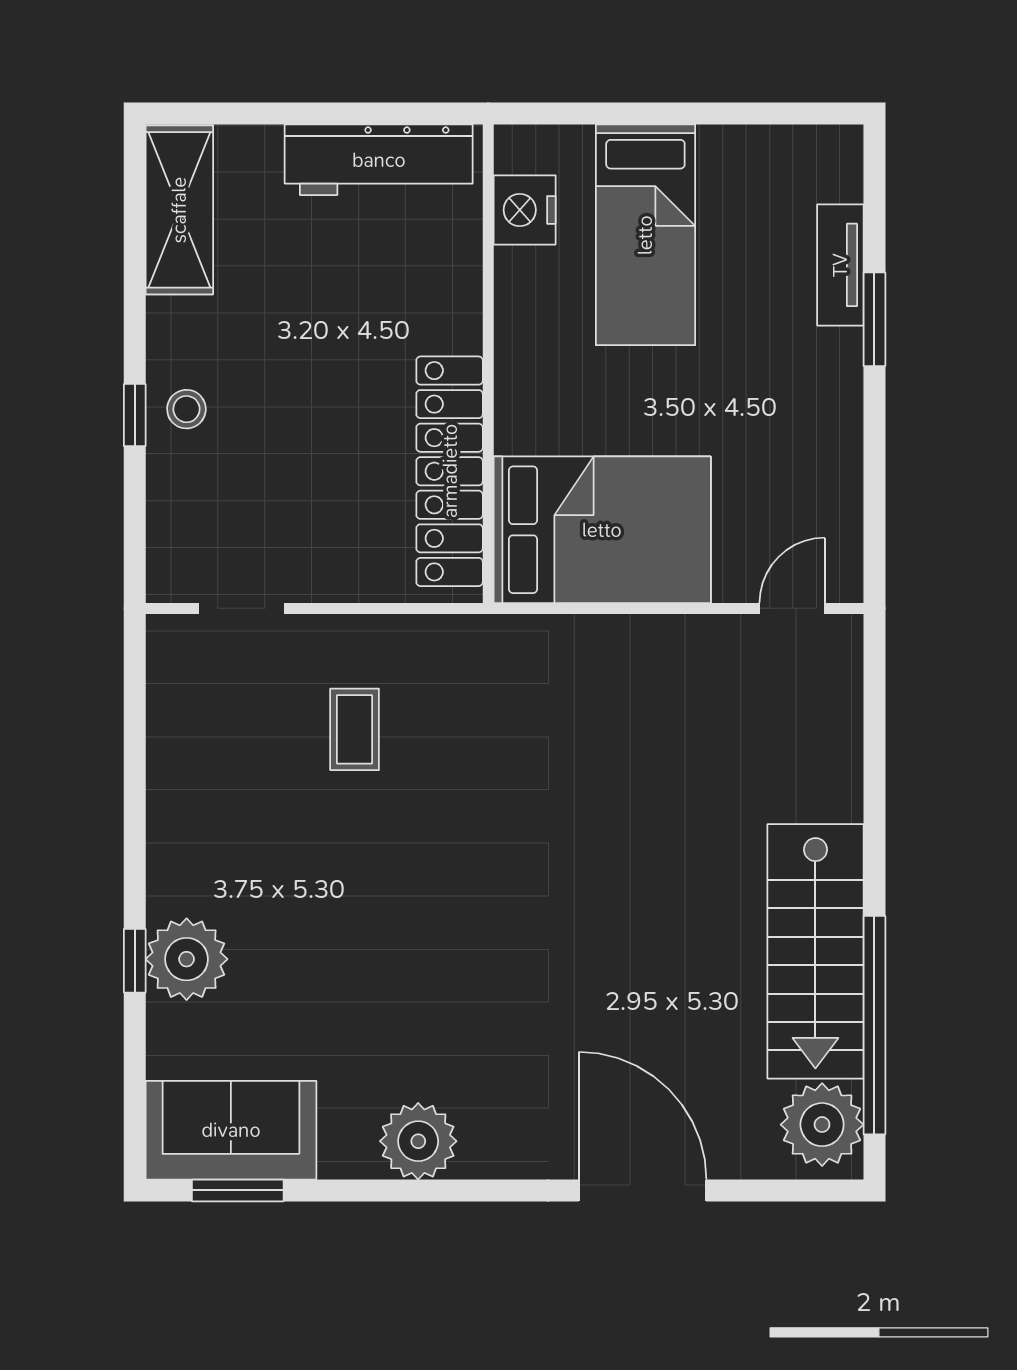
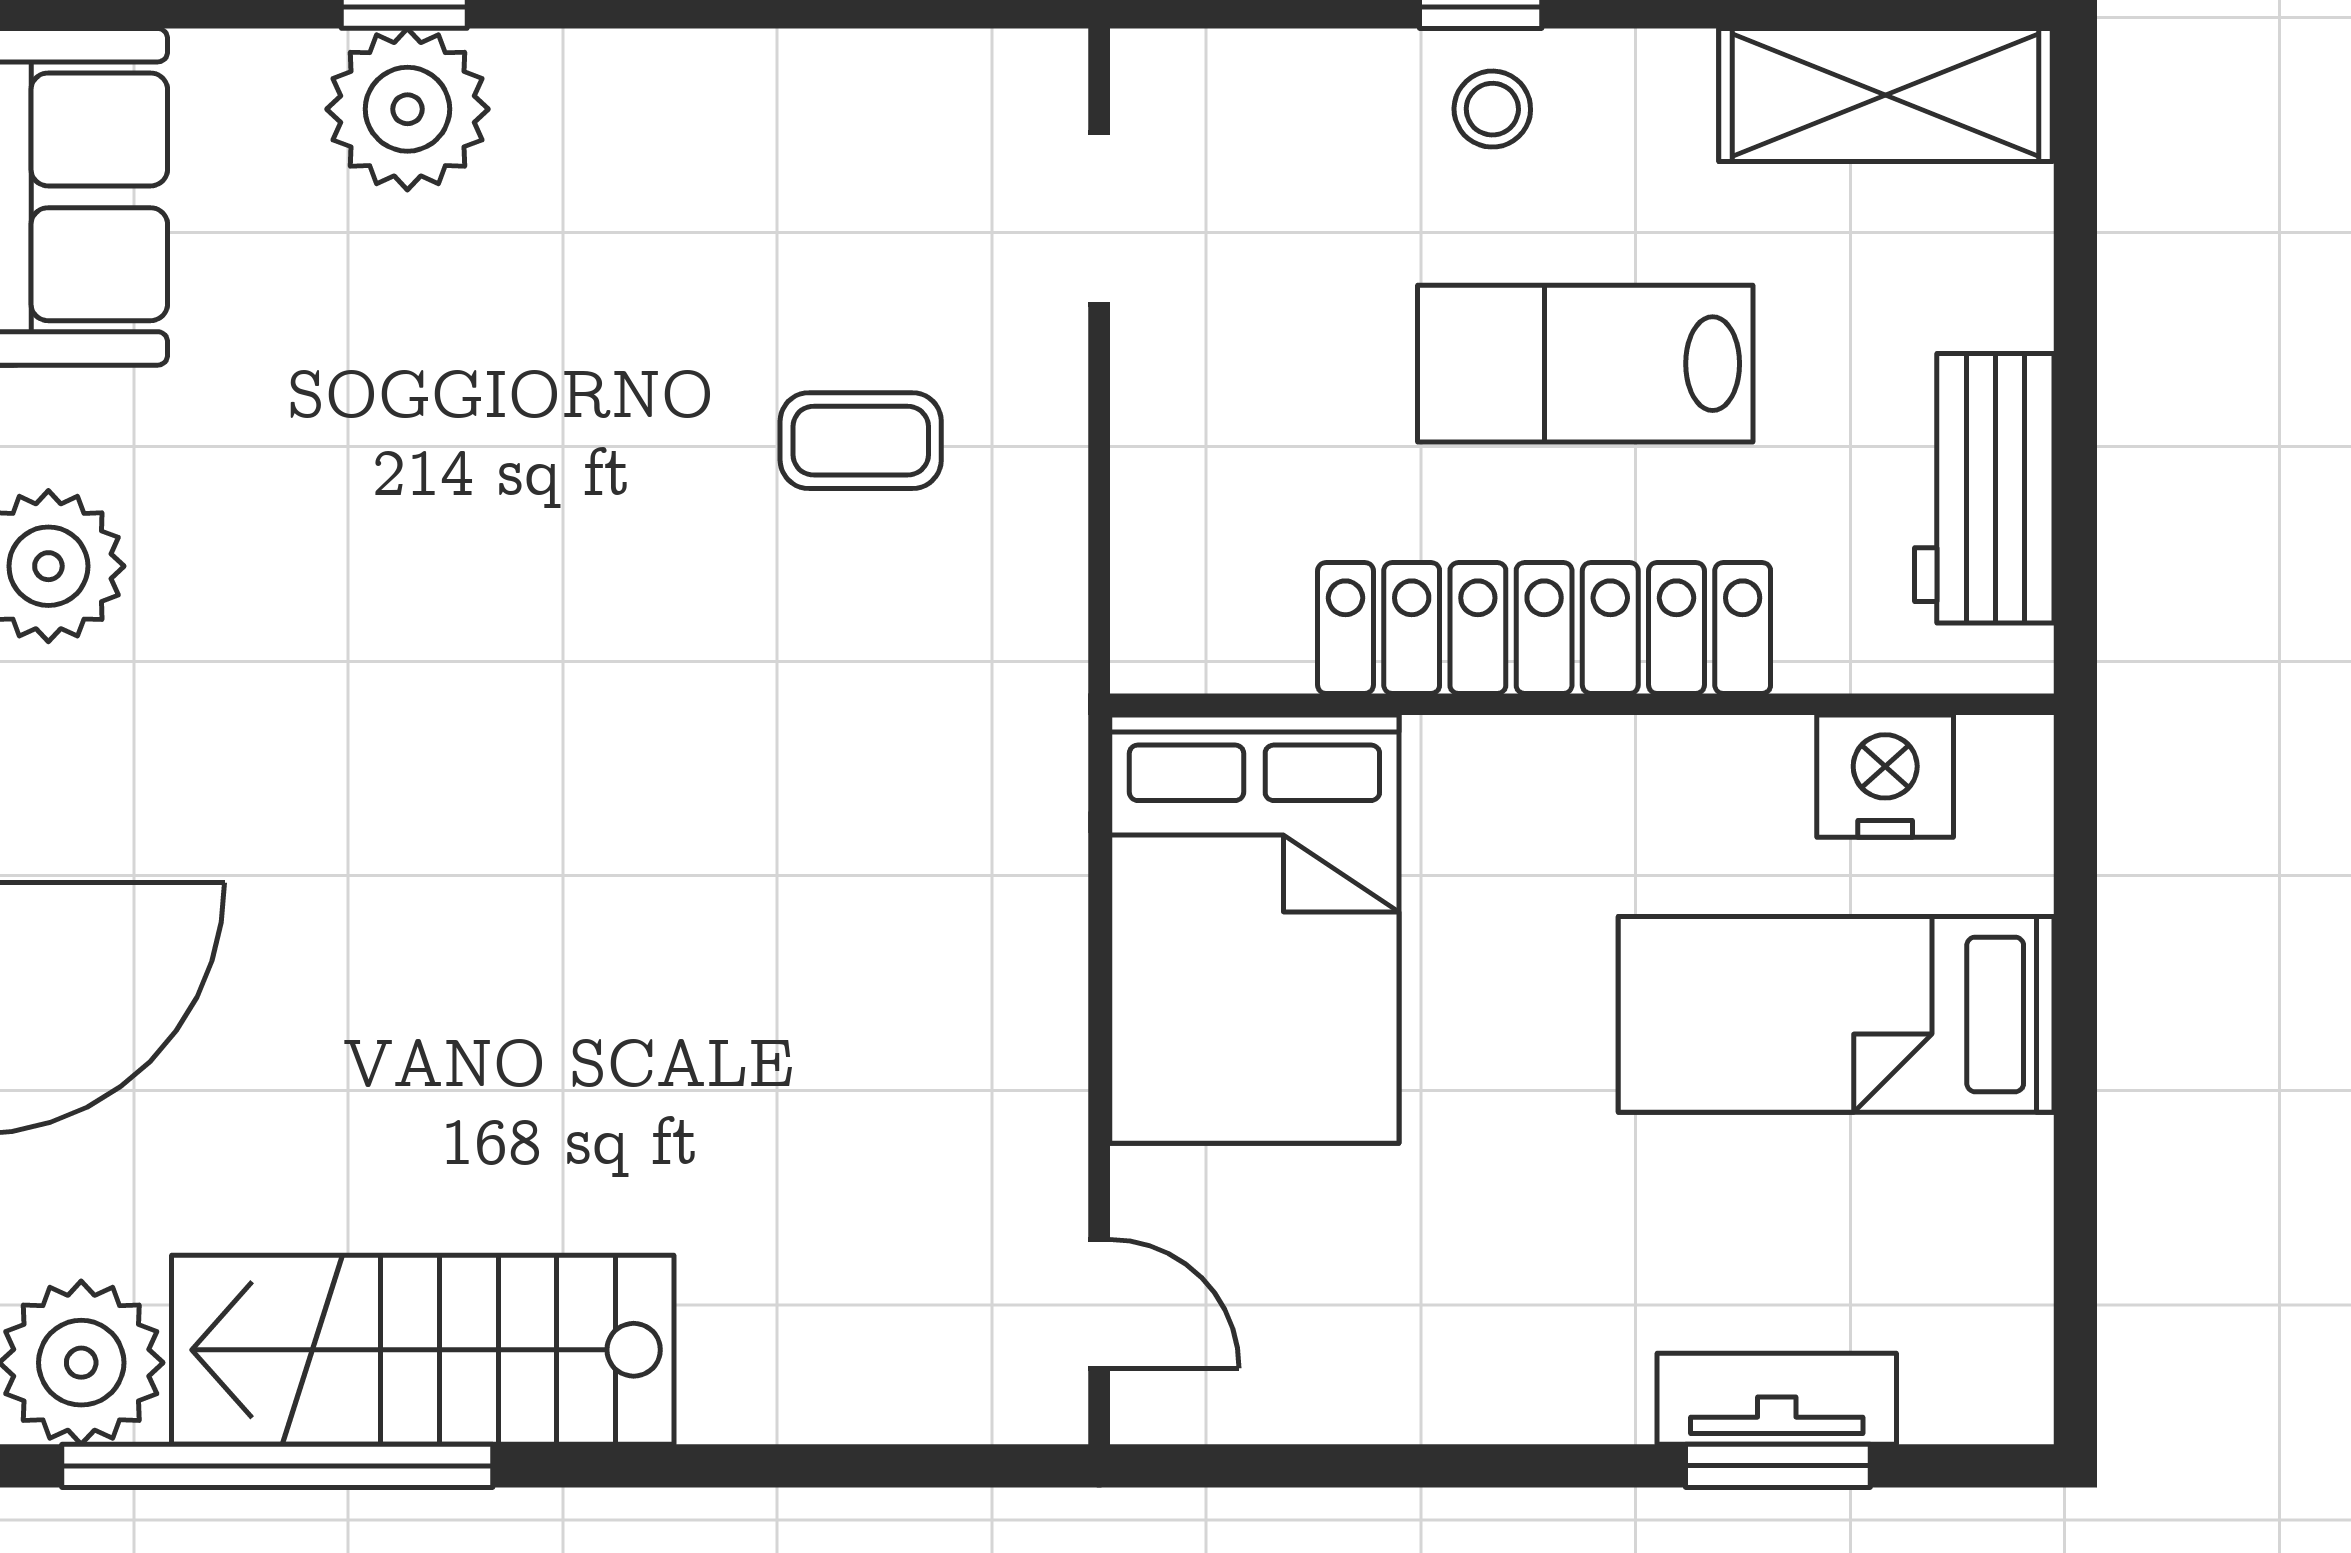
workbench: (379, 160) -> (1984, 488), width x0.73
window: (874, 319) -> (1778, 1466), moved
lab bench: (316, 362) -> (1585, 364), added
locker: (450, 471) -> (1544, 628), moved

